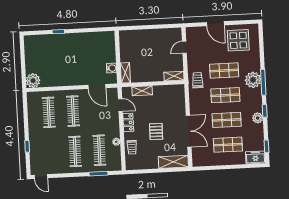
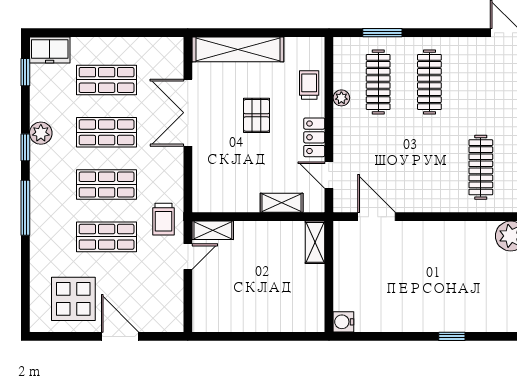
door: (184, 47) -> (188, 257), moved
water cooler: (112, 68) -> (343, 322), moved
plant: (253, 80) -> (47, 214), removed
clothes rail: (73, 111) -> (429, 167), removed
shelving: (173, 162) -> (238, 49), width x1.47

